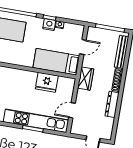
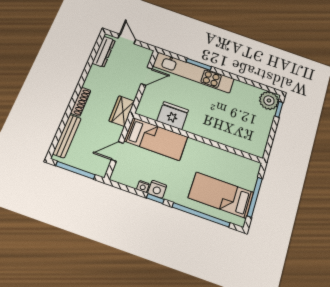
dresser: (112, 104) -> (104, 52), moved

